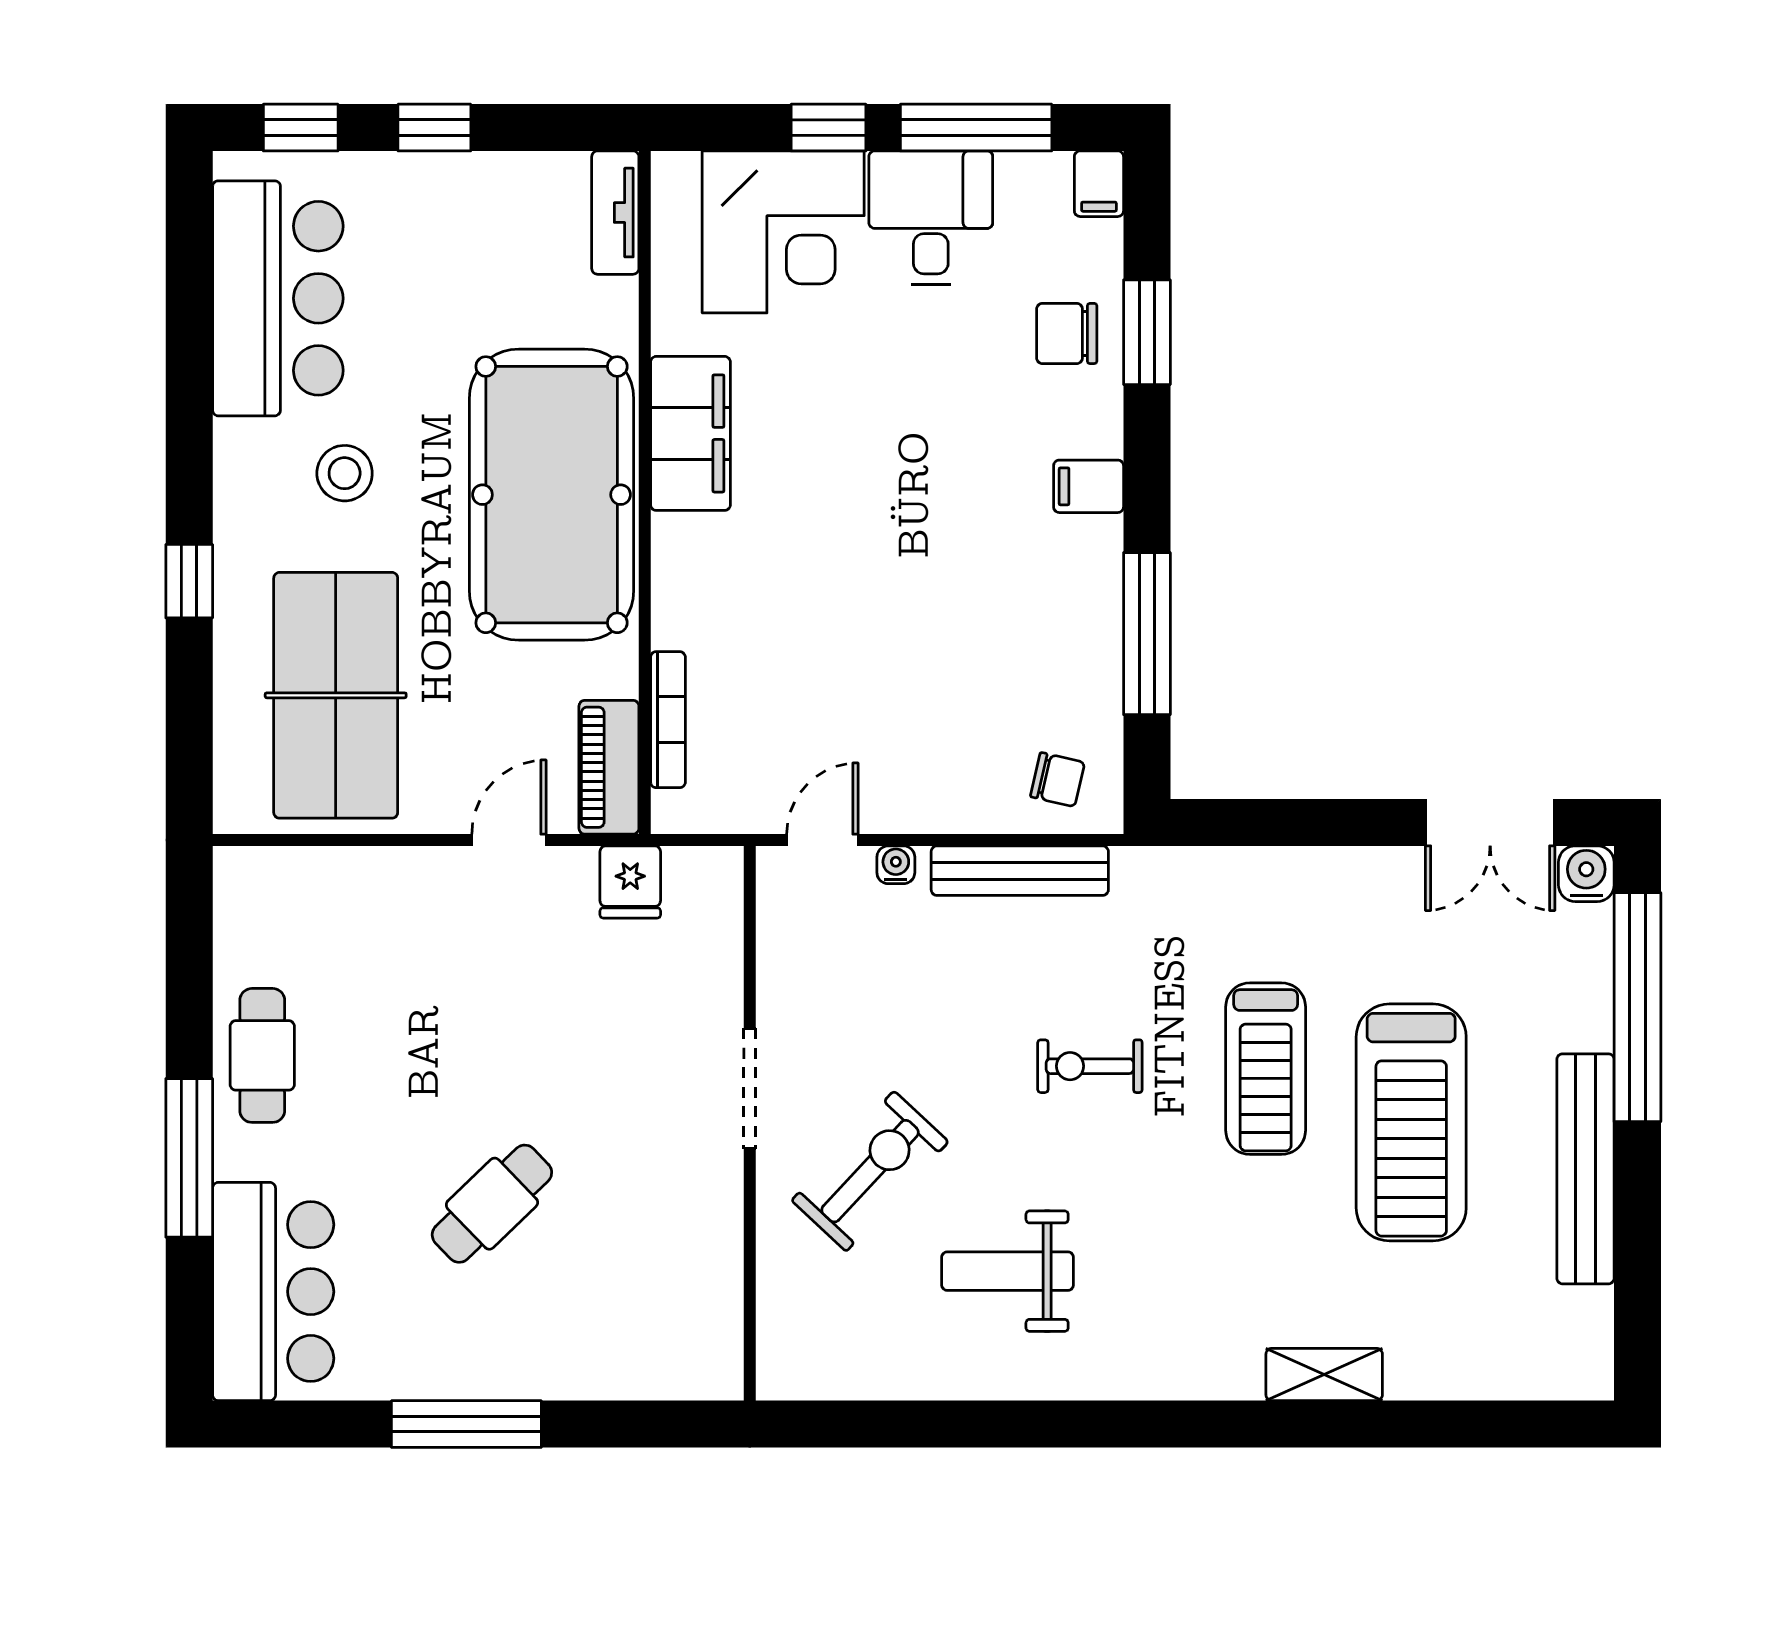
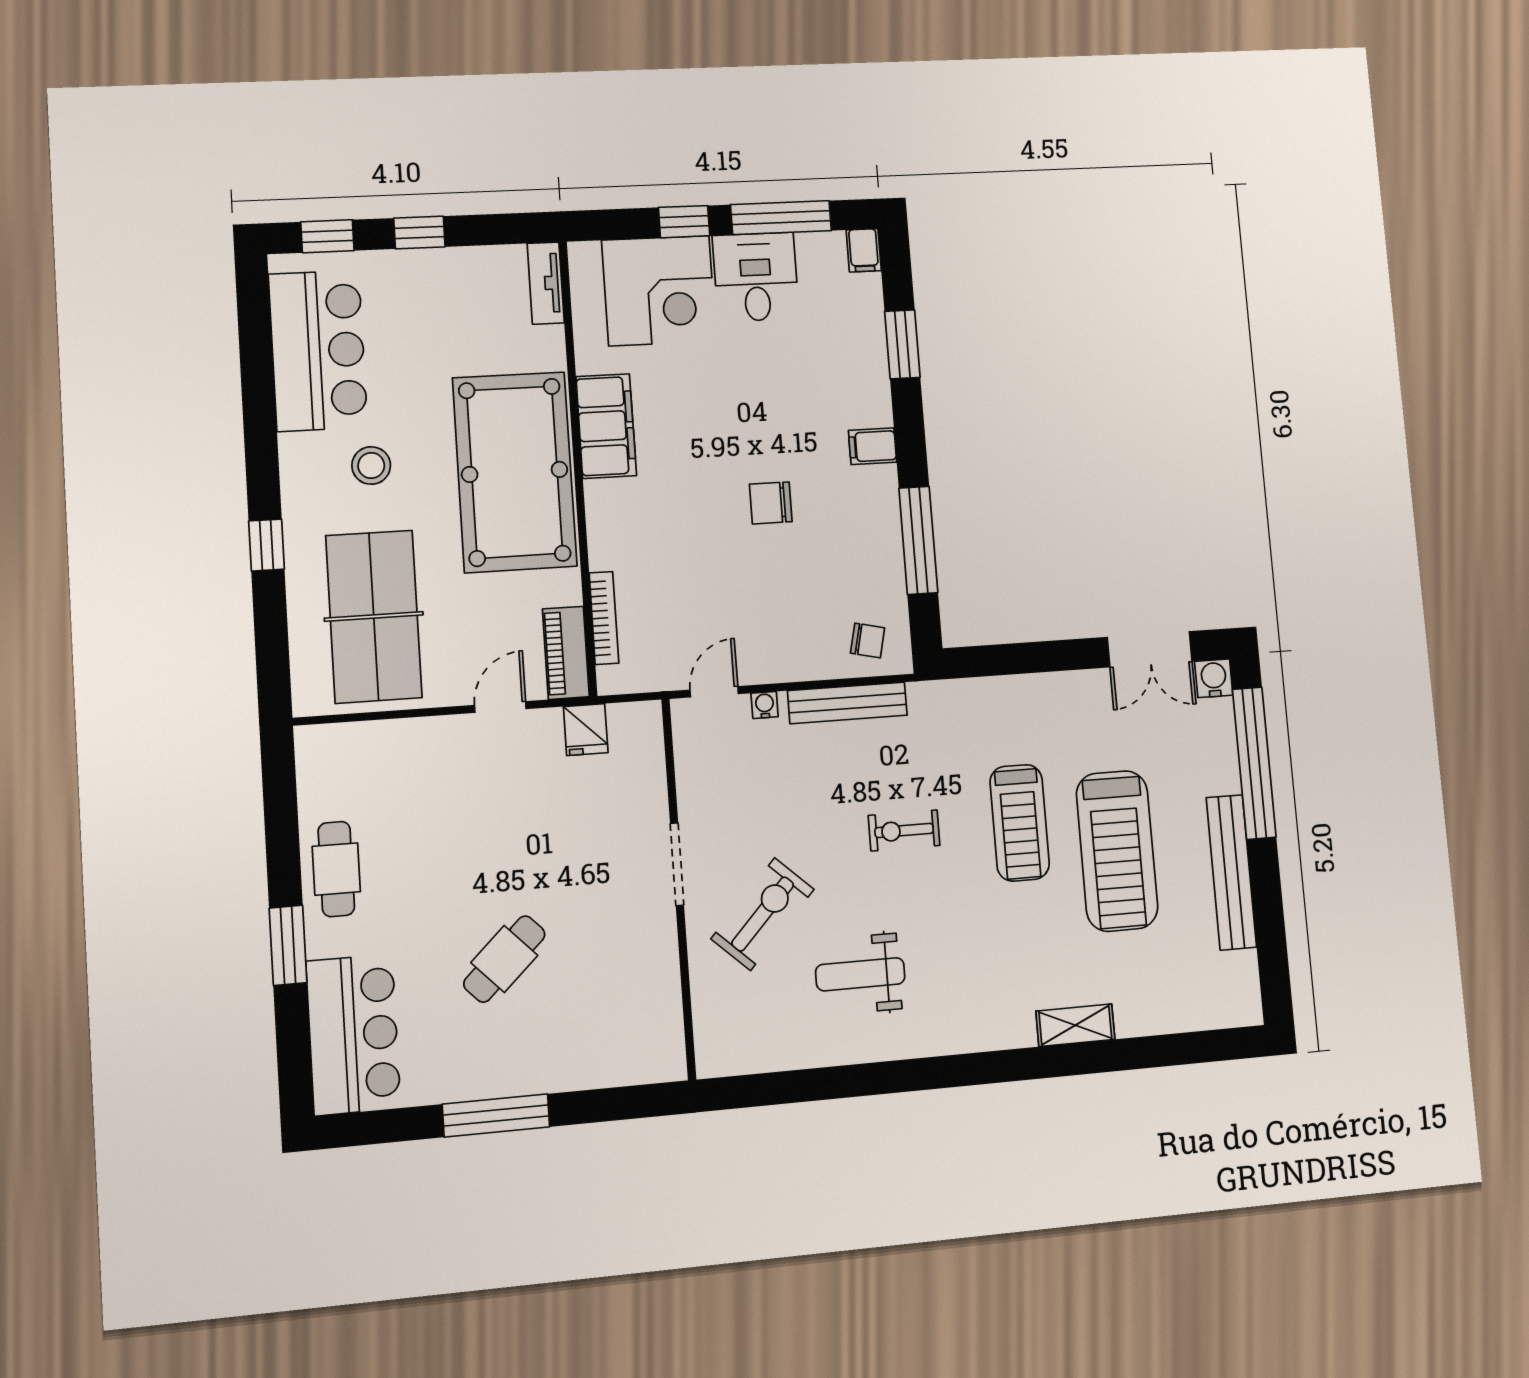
chair: (1067, 333) -> (771, 503), moved
window: (189, 1158) -> (288, 945), width x0.69

